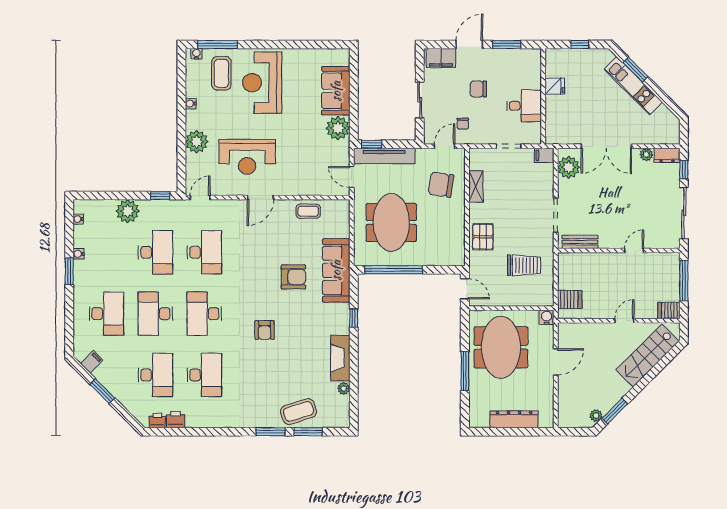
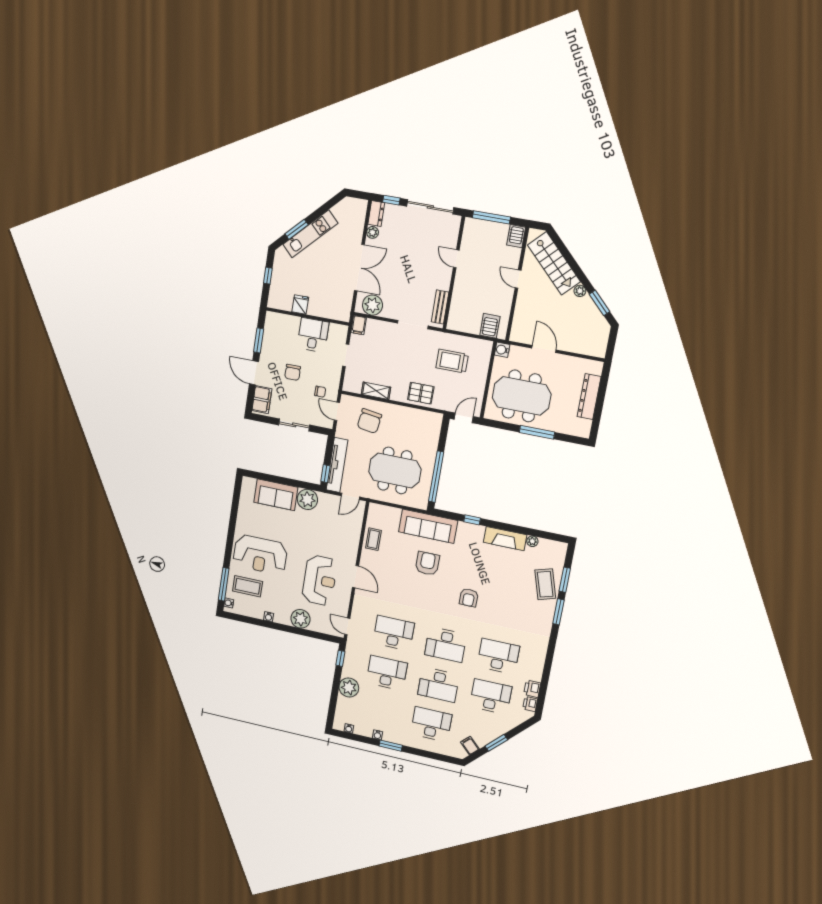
trolley: (524, 265) -> (452, 361), turned -90
armchair: (265, 330) -> (469, 598), turned 90
plant: (596, 416) -> (580, 291), moved

